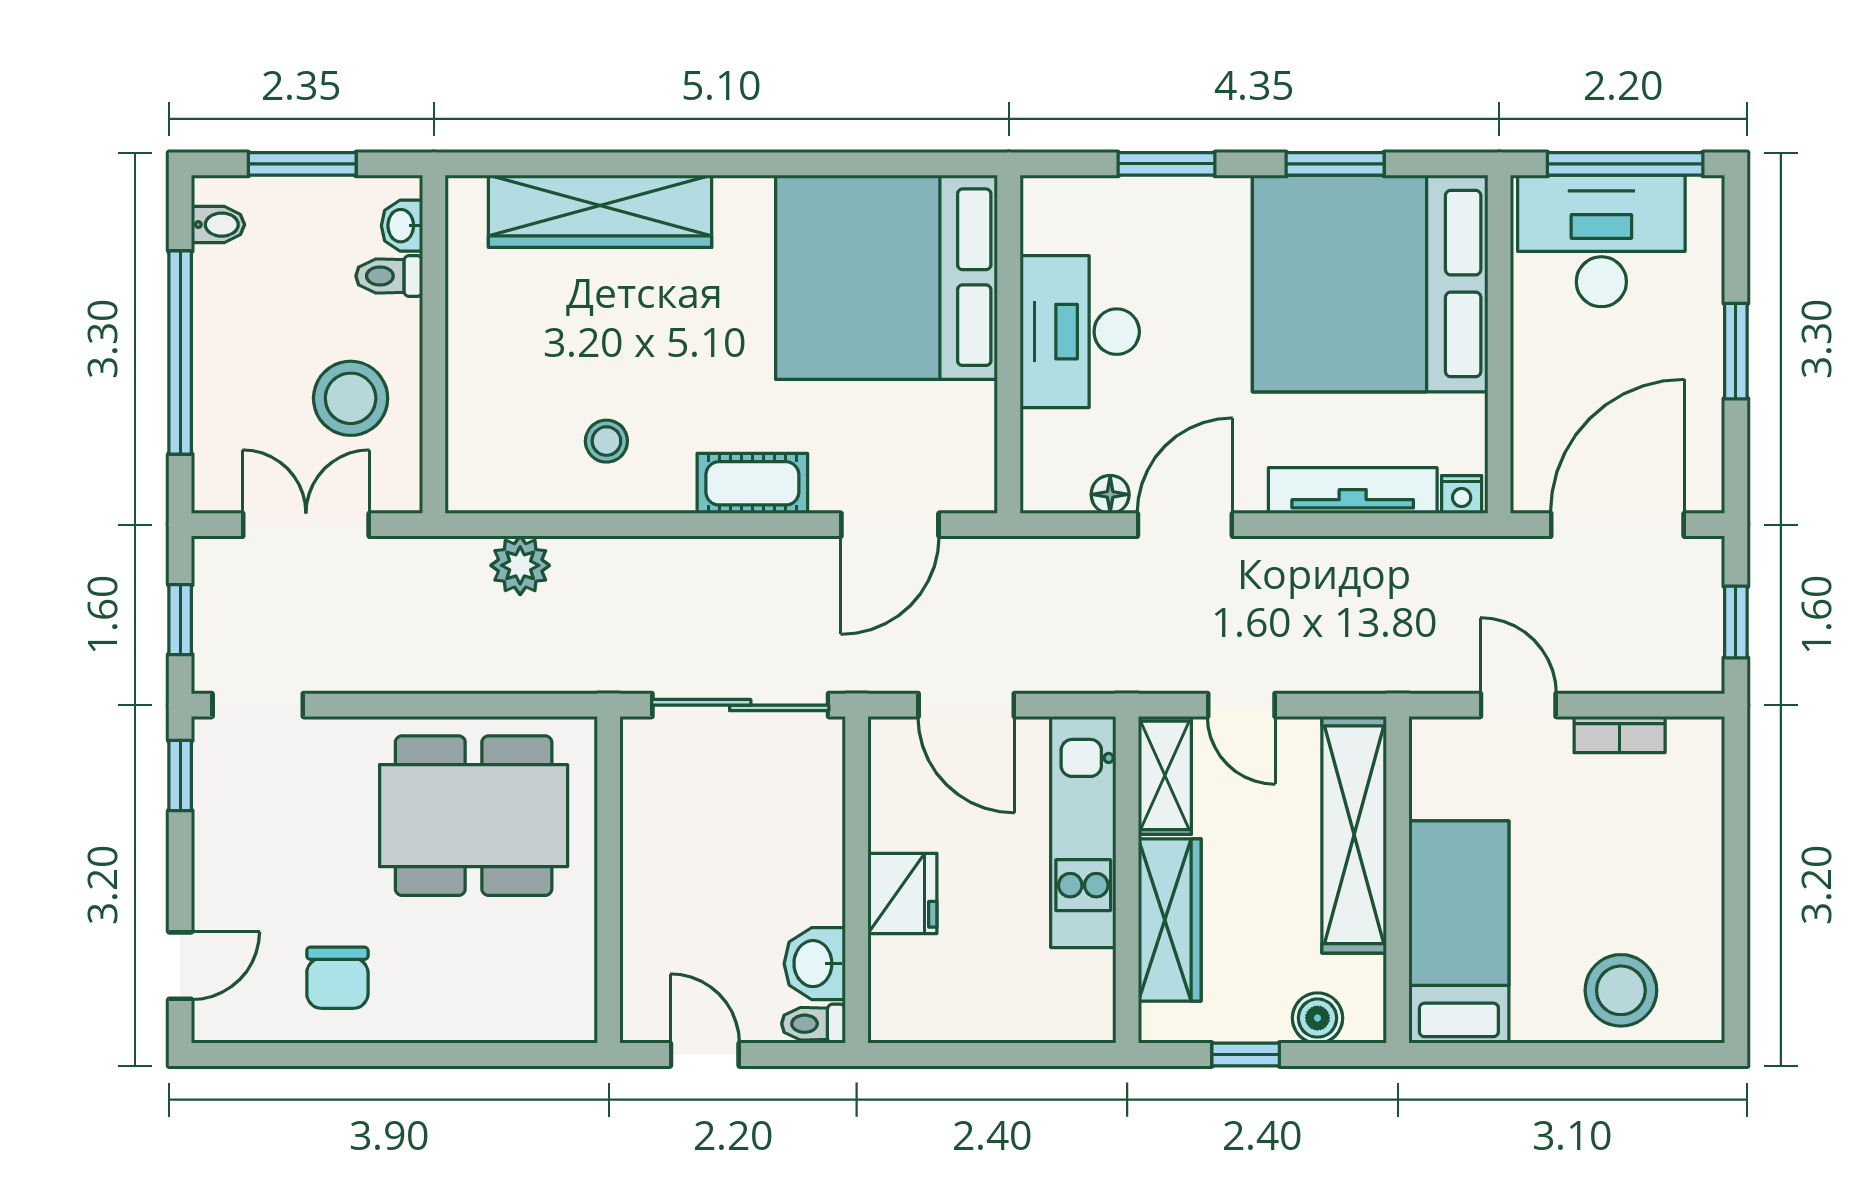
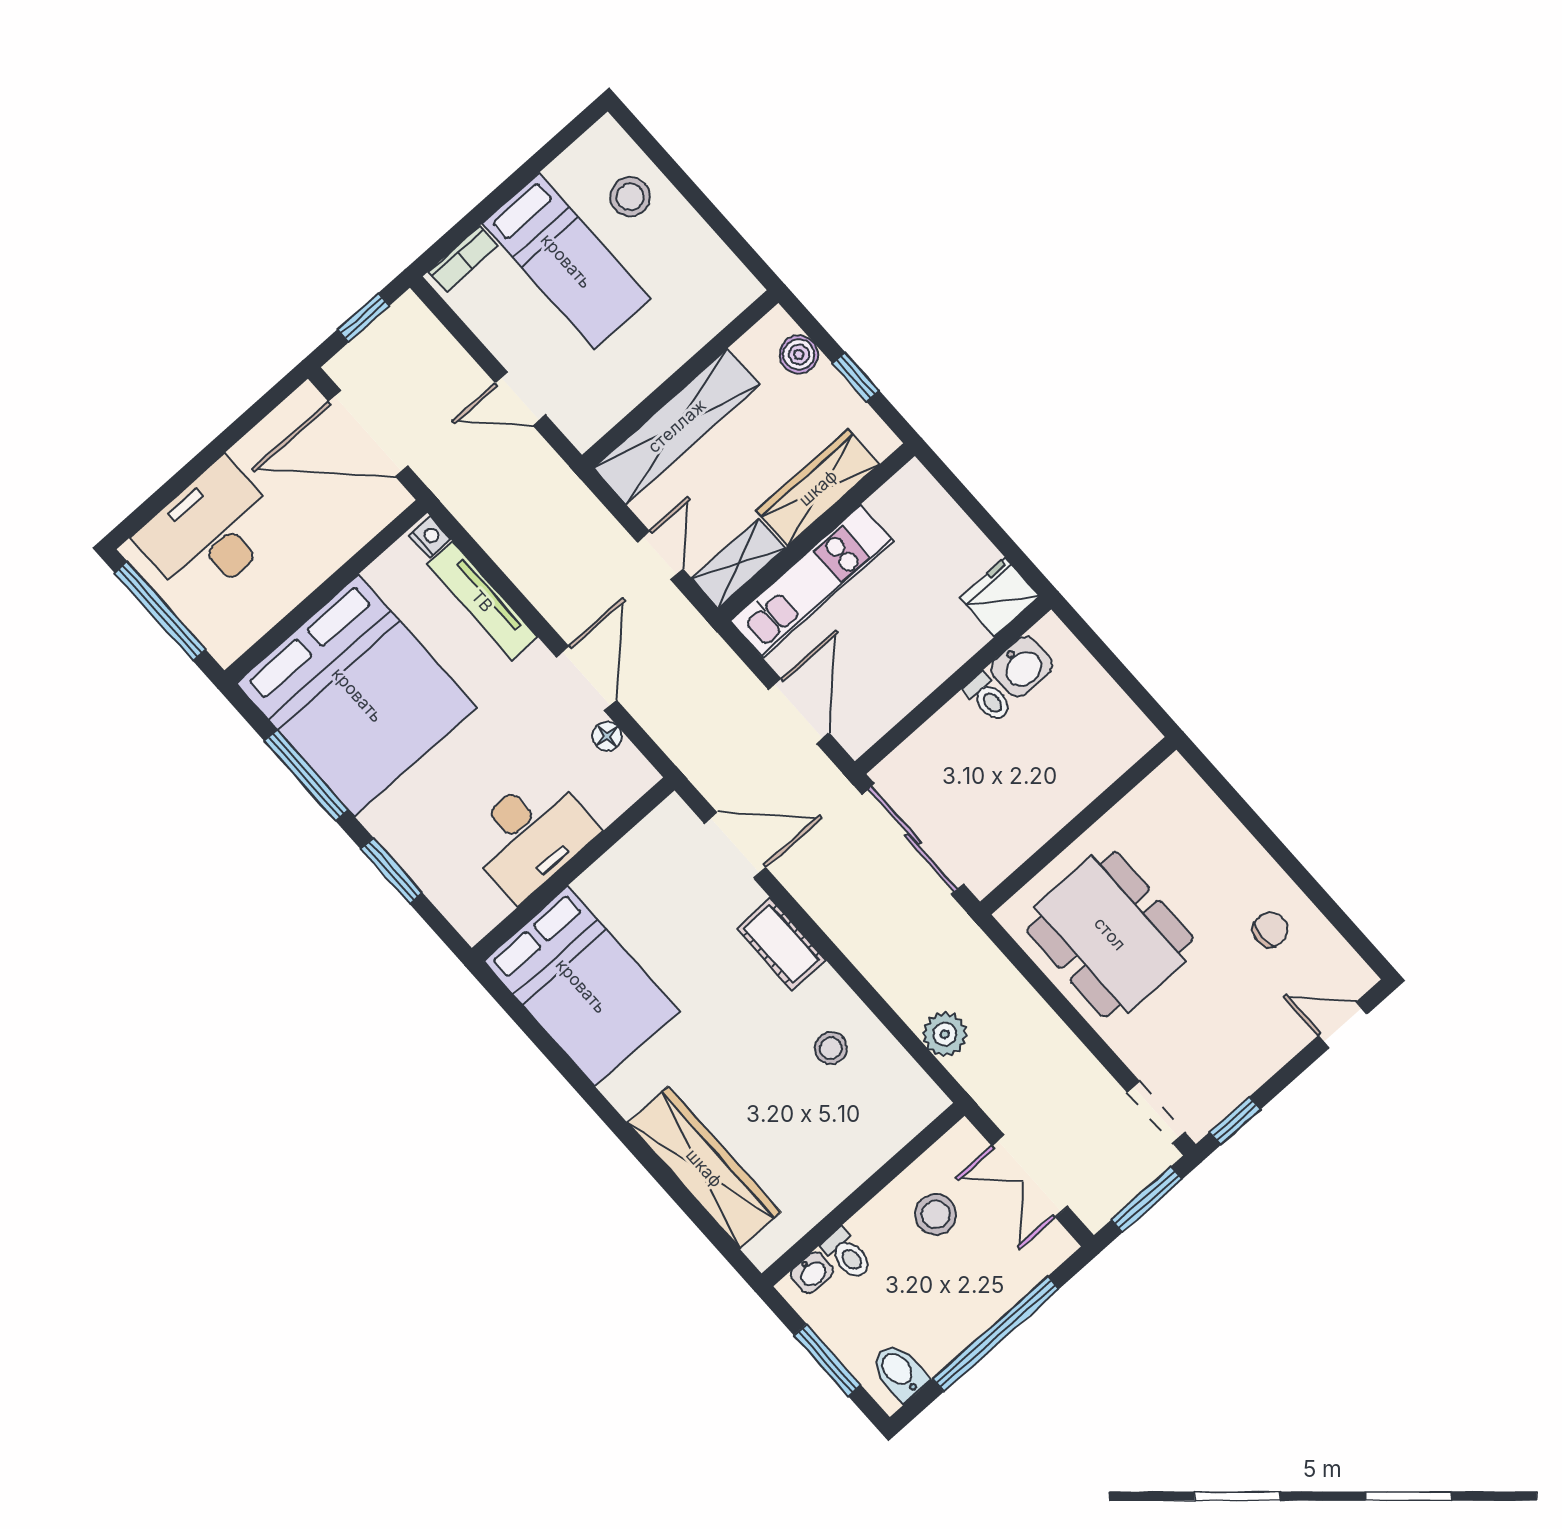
window: (1335, 164) -> (306, 775), width x1.44
bidet: (218, 225) -> (899, 1372), width x1.38, depth x1.36
desk: (1601, 241) -> (210, 532), moved, turned 90
bed: (887, 277) -> (581, 986), width x0.73
window: (1736, 351) -> (210, 454), removed
stool: (351, 398) -> (936, 1214), width x0.73, depth x0.73
door: (1185, 525) -> (586, 678), swing flipped
window: (180, 620) -> (1147, 1199), width x1.50
door: (1518, 705) -> (520, 399), hinge flipped
bookcase: (1620, 735) -> (463, 259), moved, turned 90
fridge: (902, 893) -> (1000, 597), moved
bed: (1459, 932) -> (566, 261), moved, turned -90
chair: (337, 978) -> (1270, 930), width x0.73, depth x0.73
stool: (1621, 990) -> (630, 197), width x0.73, depth x0.73
toilet: (813, 1024) -> (988, 698), moved
door: (705, 1055) -> (1129, 683), removed

